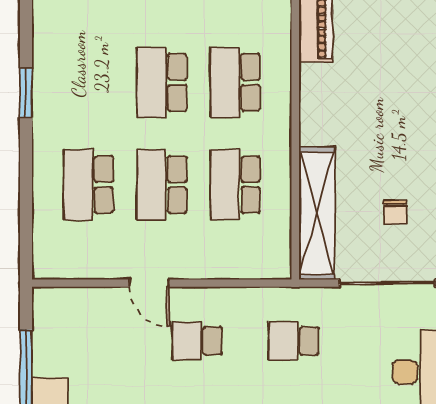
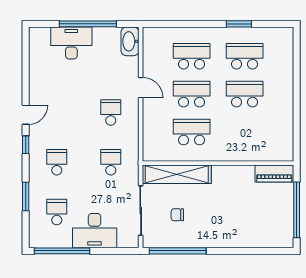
school desk: (235, 82) -> (245, 56), moved
door: (149, 283) -> (141, 88), swing flipped
washbasin: (60, 304) -> (130, 41), added

